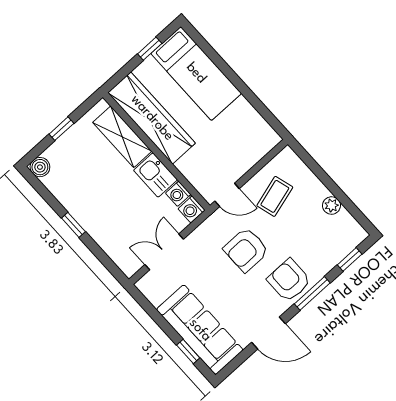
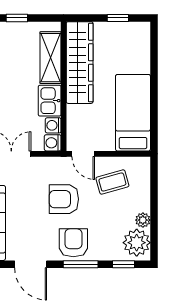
bed: (196, 73) -> (133, 113), moved, turned 180
plant: (344, 230) -> (137, 243), added

